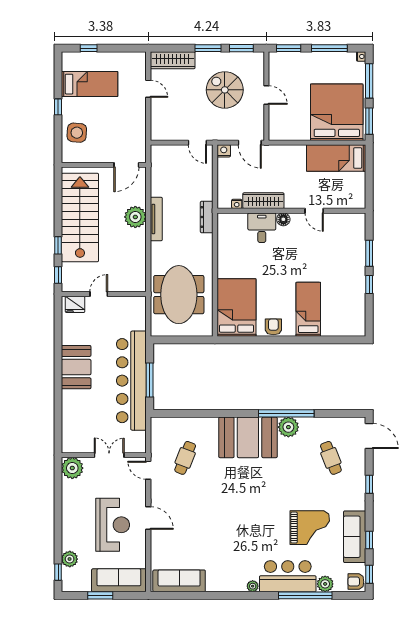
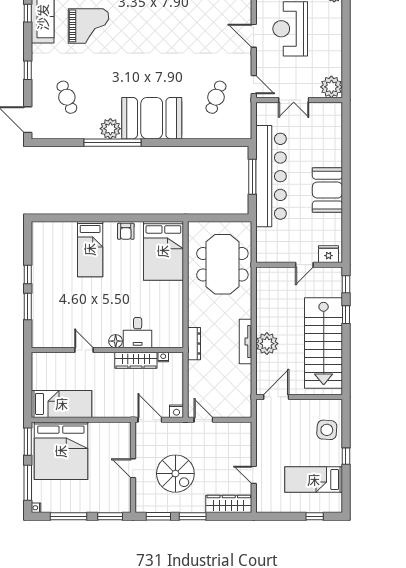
grand piano: (310, 528) -> (89, 26), turned 180

